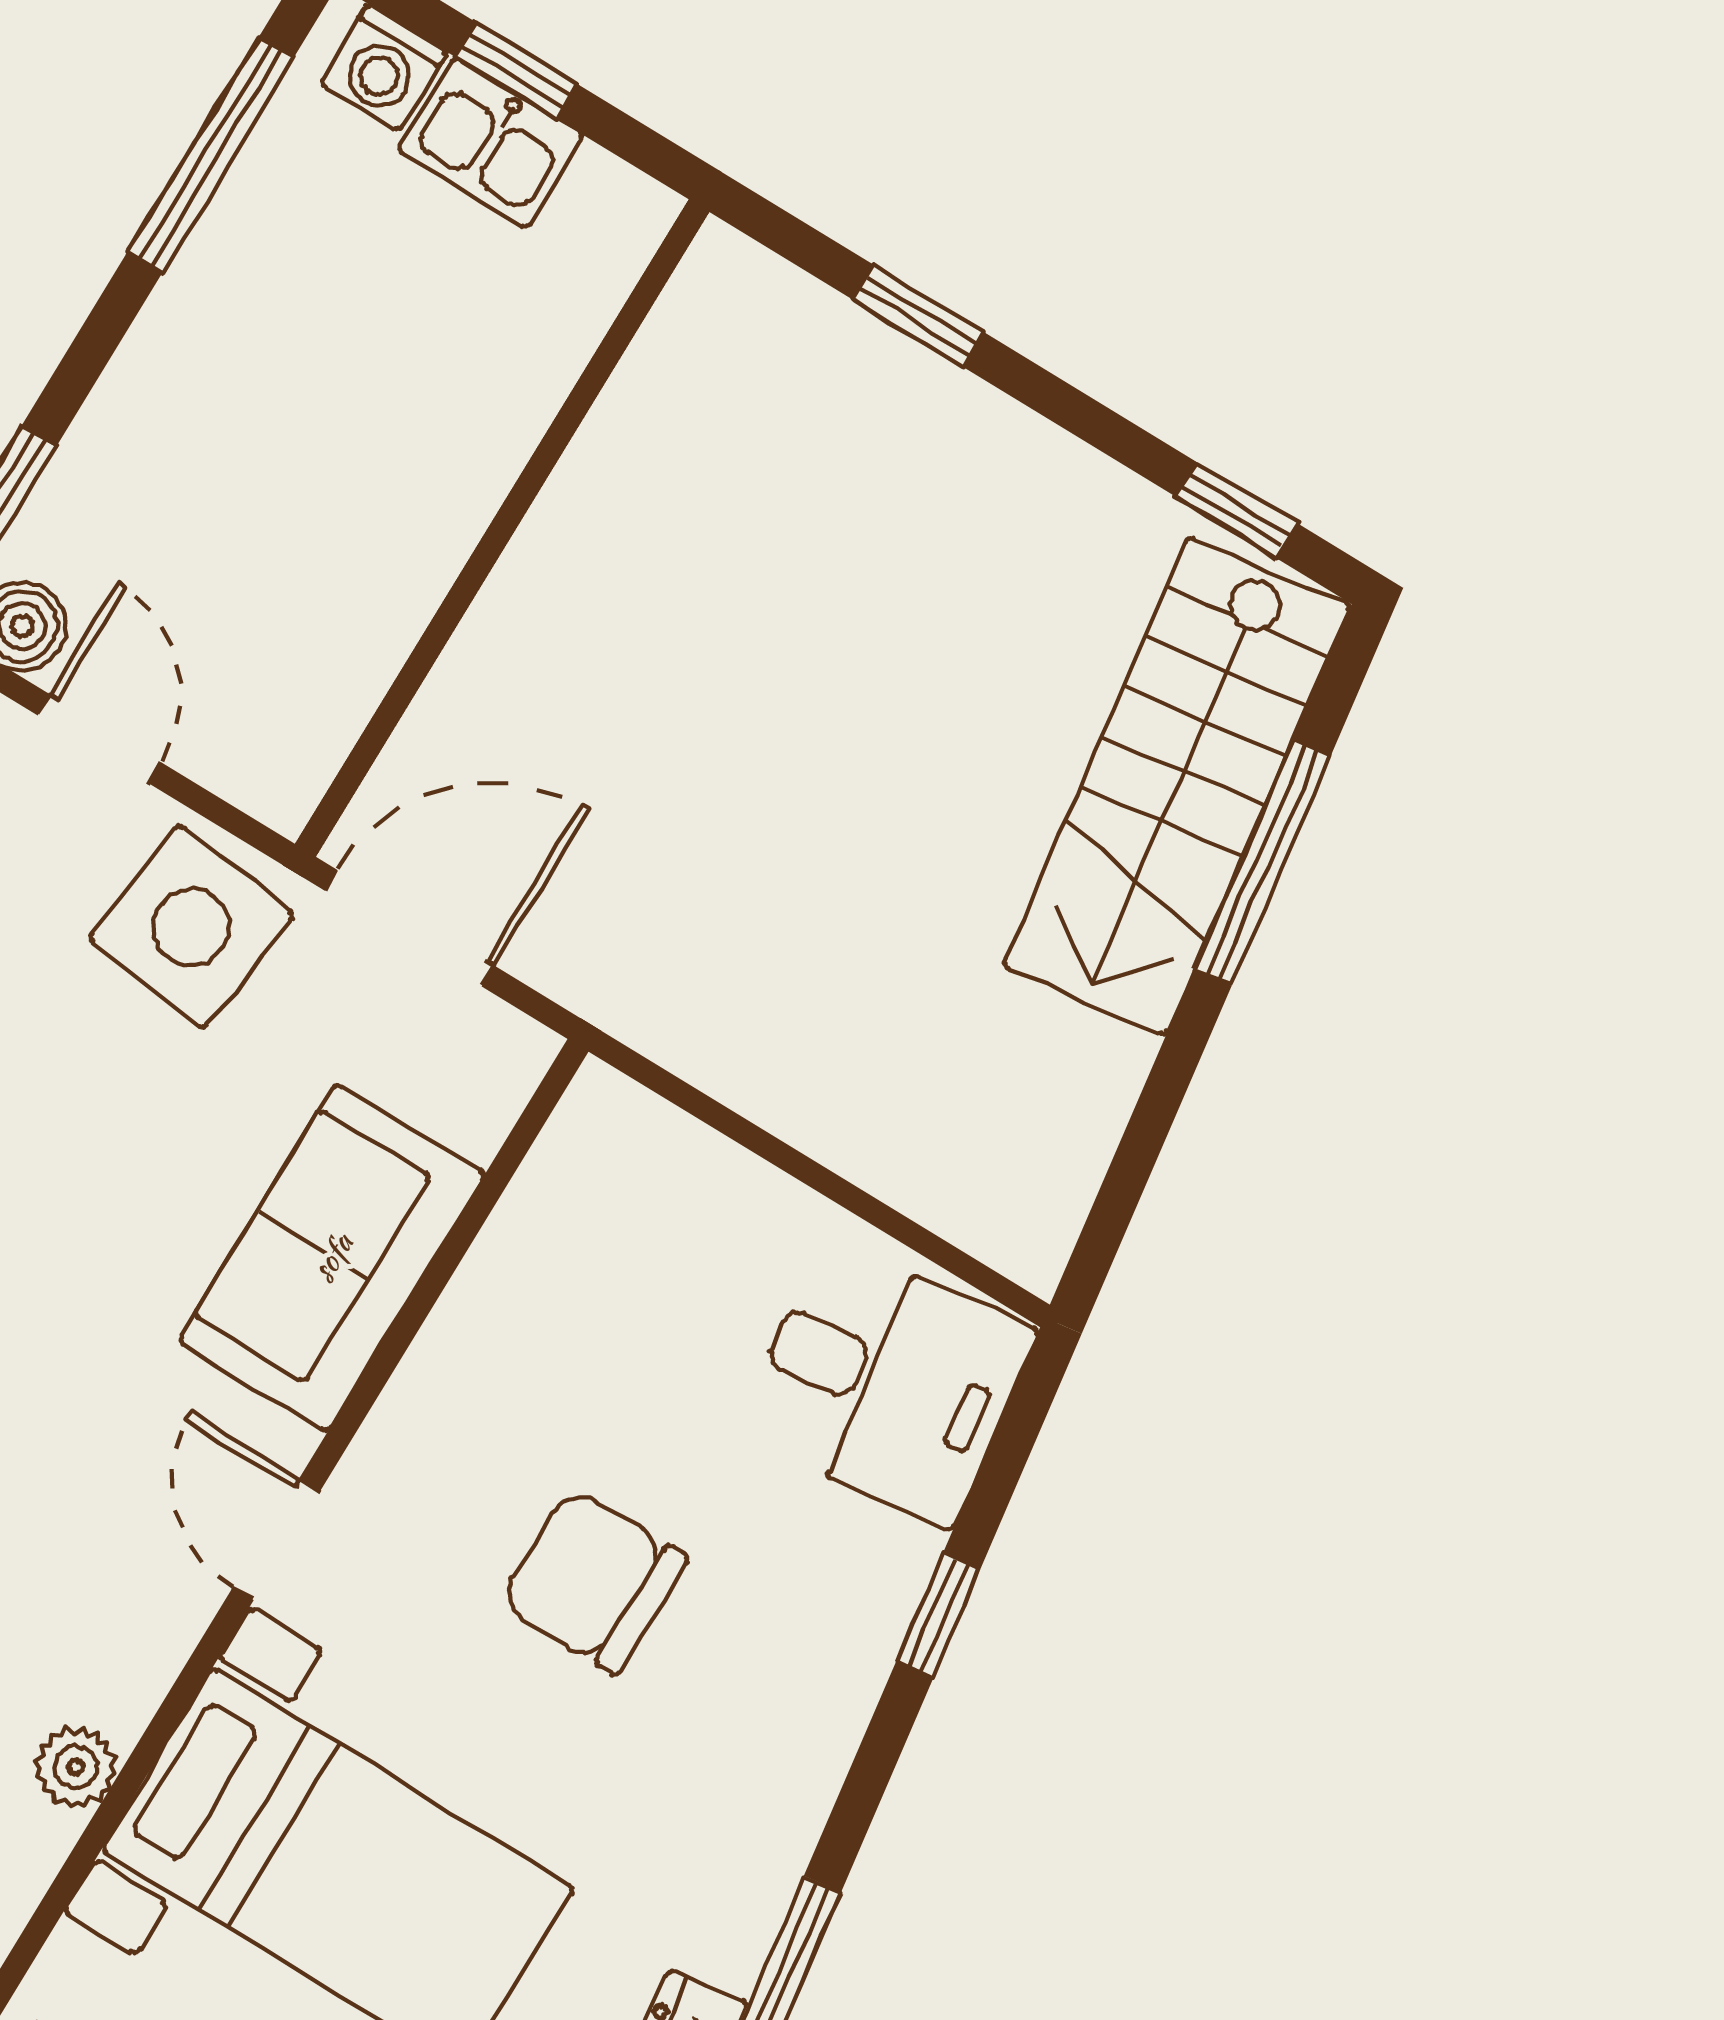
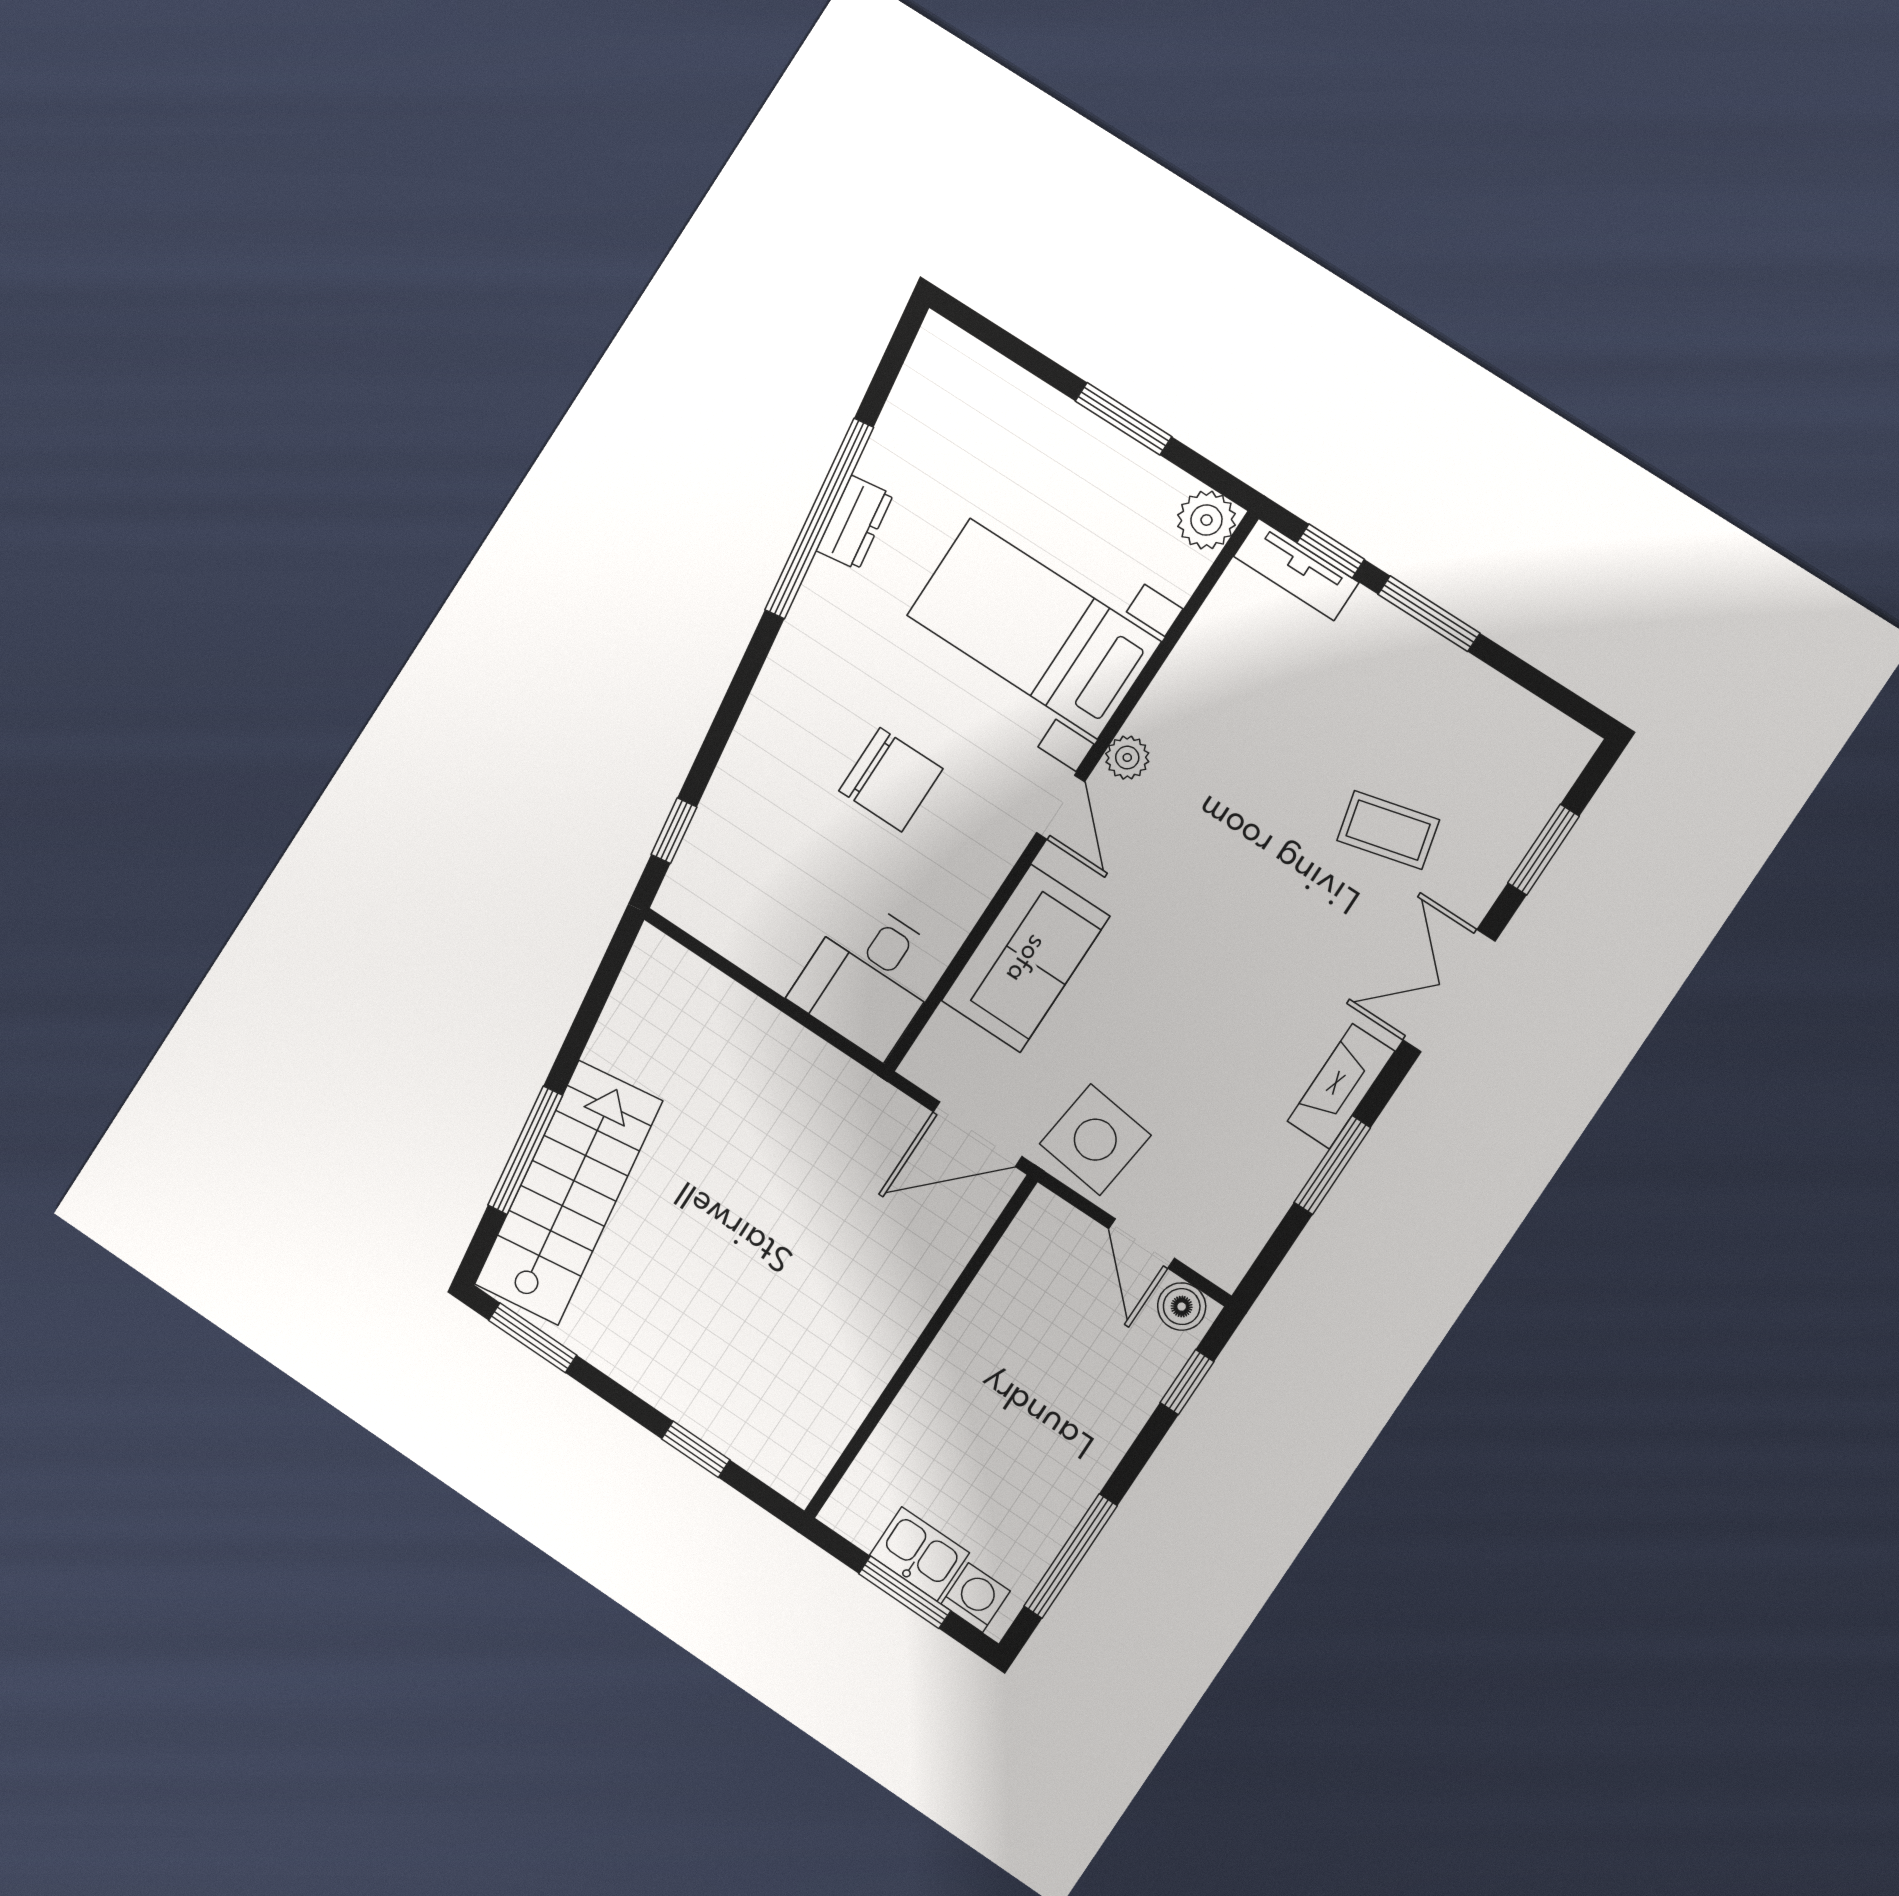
window: (516, 70) -> (905, 1592), width x1.50
window: (1236, 510) -> (533, 1338), width x1.50
desk: (887, 1383) -> (869, 978), moved, turned -82
window: (938, 1615) -> (674, 831), moved
plant: (76, 1767) -> (1127, 758), moved

